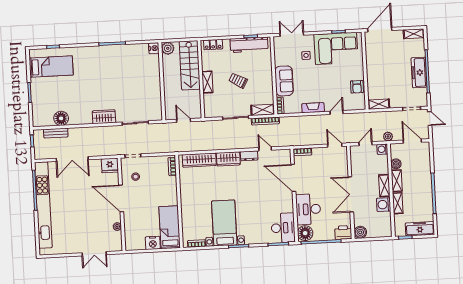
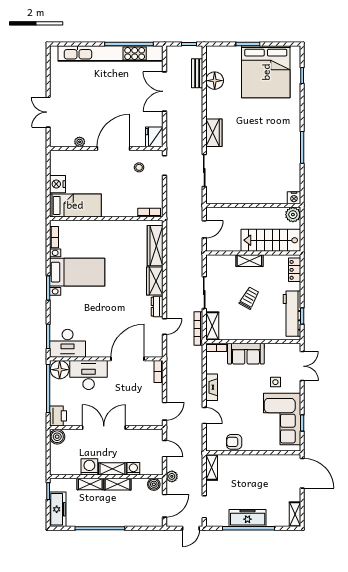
bed: (51, 67) -> (266, 72), width x2.04
washing machine: (382, 149) -> (133, 469), moved
boiler: (396, 164) -> (154, 484), moved

